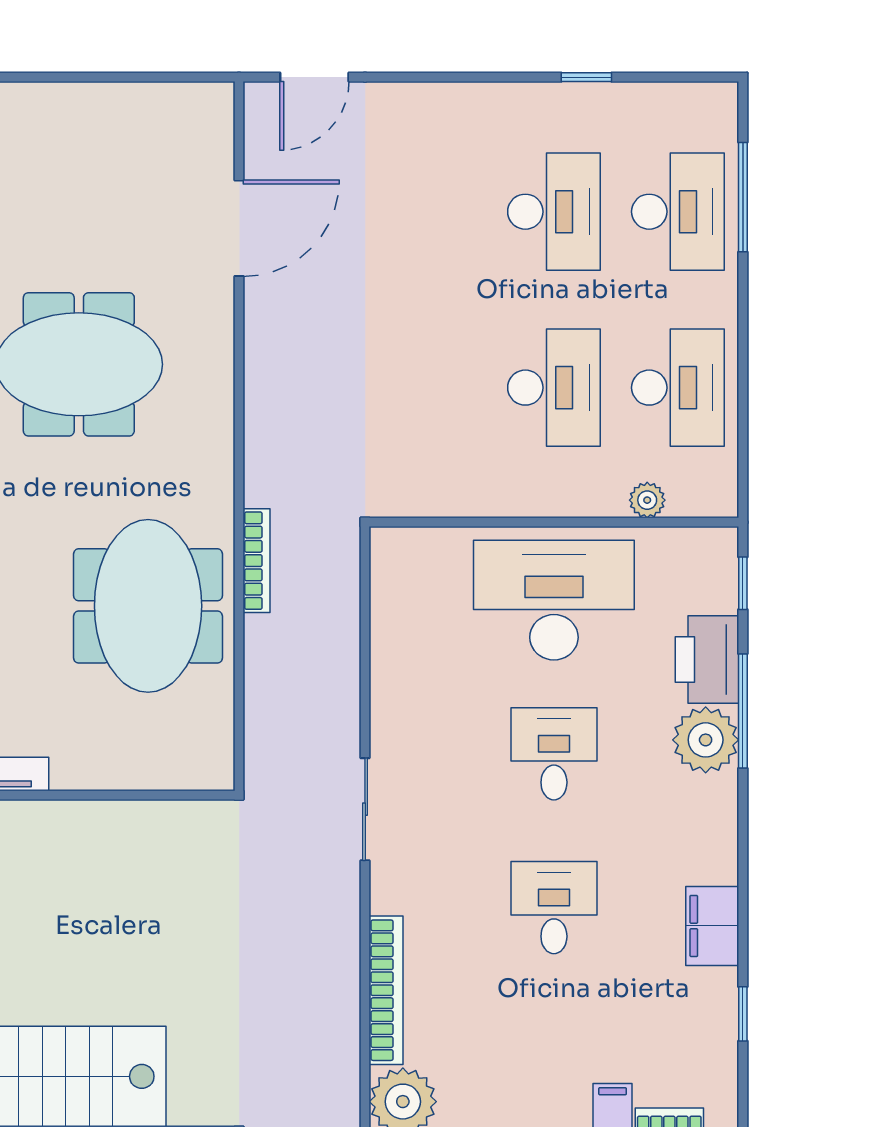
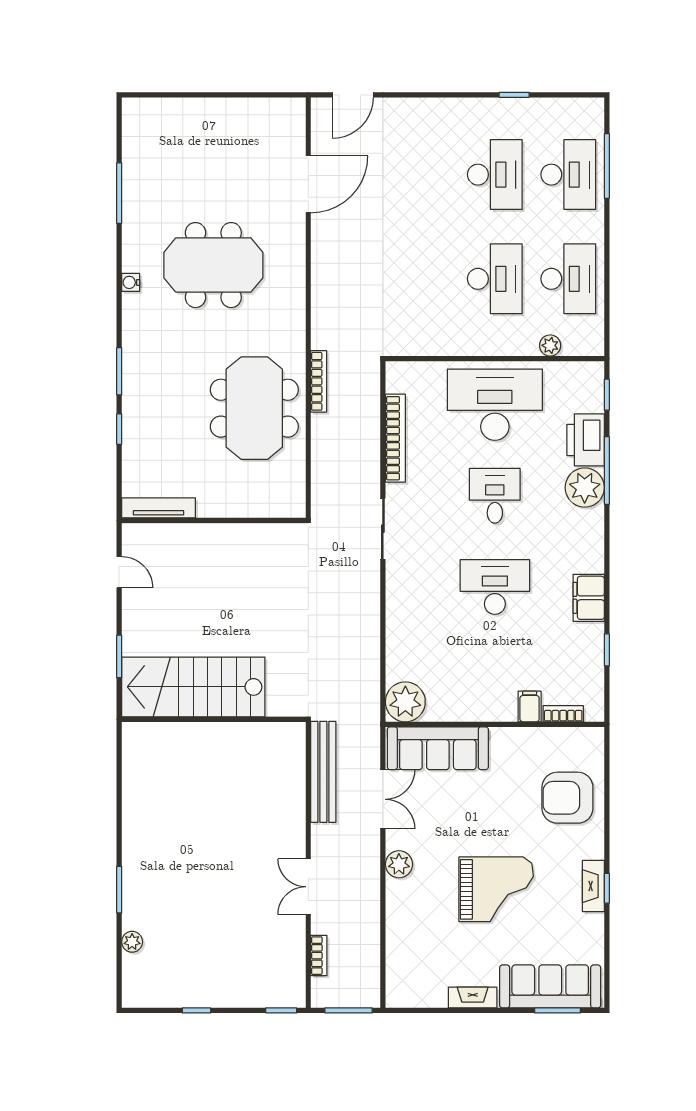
desk: (554, 908) -> (495, 587), width x1.37
bookcase: (386, 990) -> (395, 438), moved

